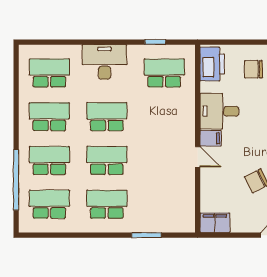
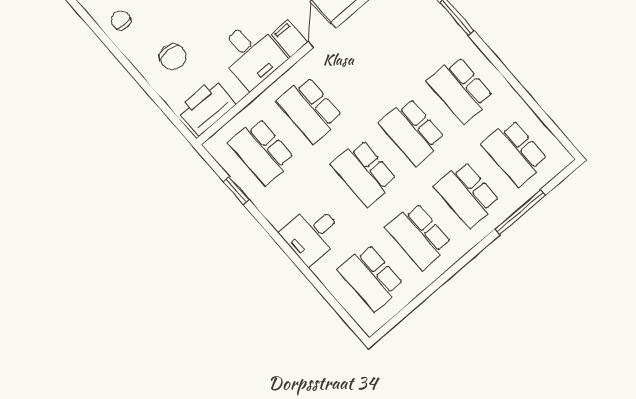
desk: (104, 62) -> (312, 234), width x0.73
school desk: (164, 117) -> (310, 110), added
window: (16, 180) -> (520, 212), width x0.68

